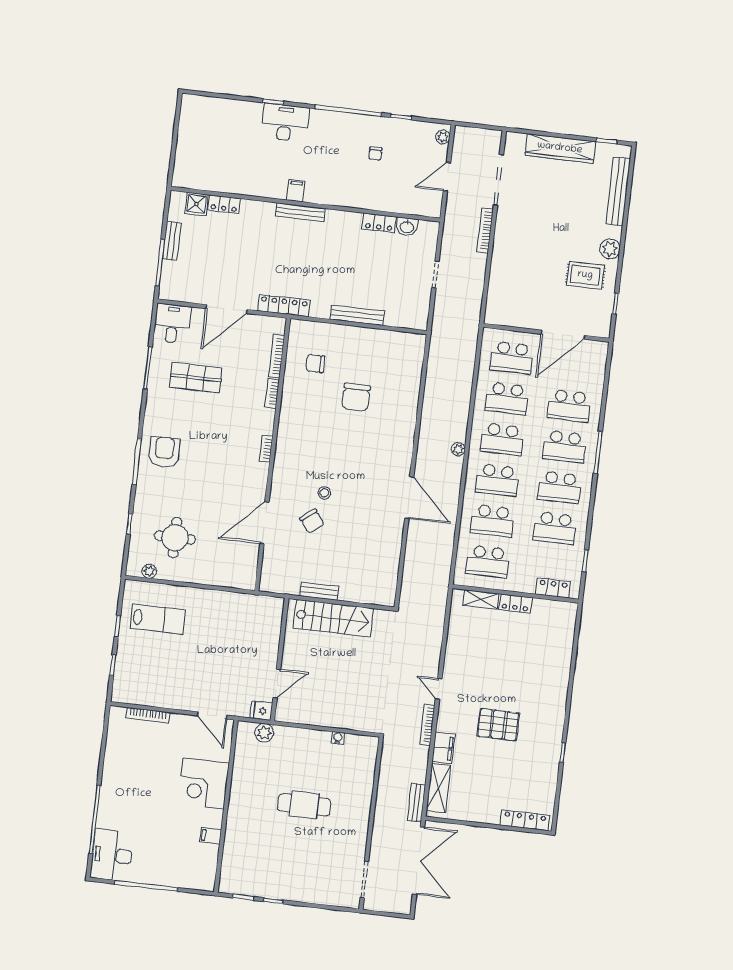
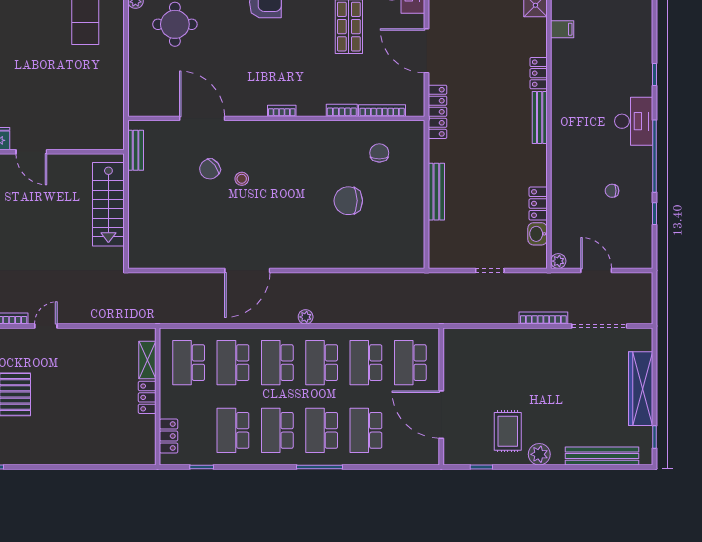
desk: (285, 123) -> (634, 121), moved
plant: (443, 137) -> (558, 261), moved
filing cabinet: (296, 191) -> (562, 29), moved
locker: (224, 204) -> (539, 73), moved
bench: (319, 591) -> (136, 150), moved

